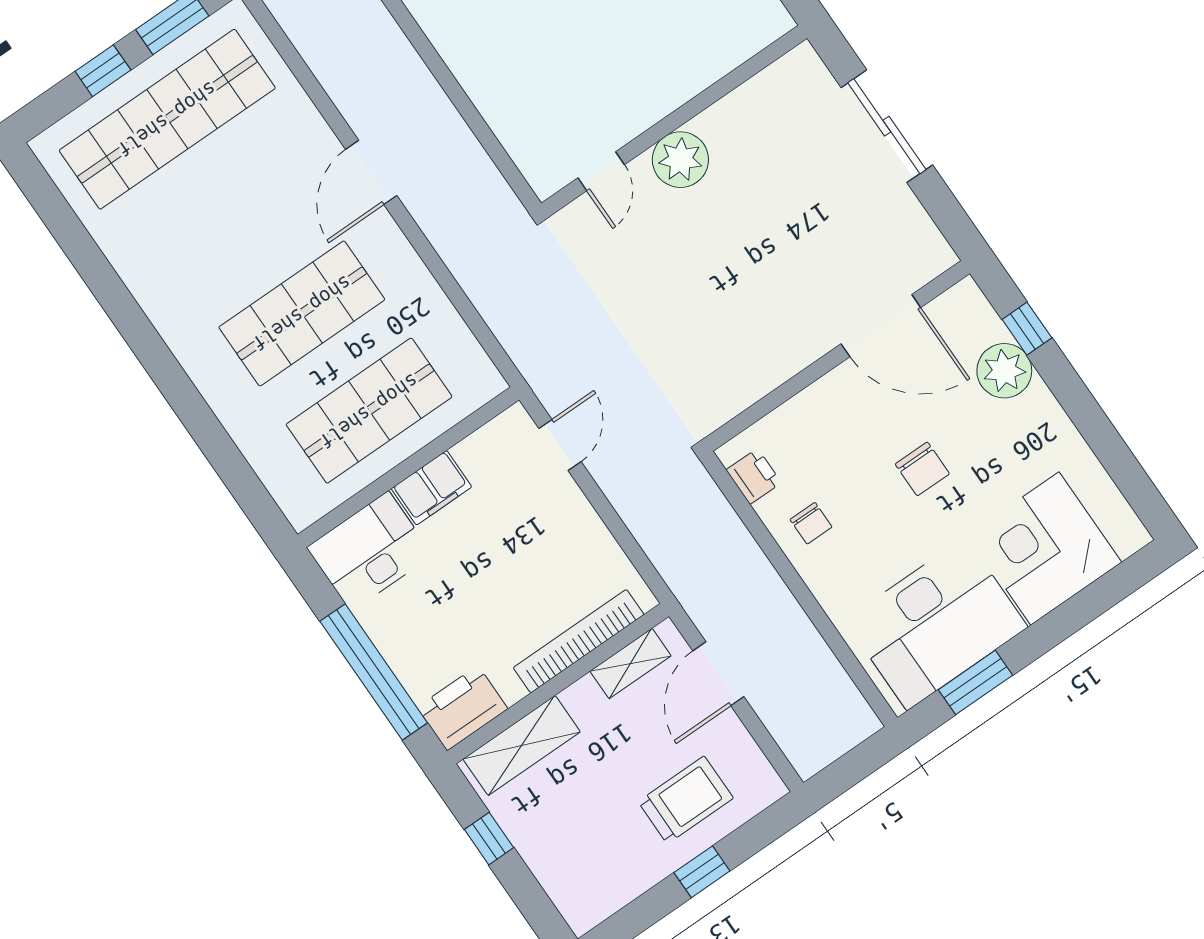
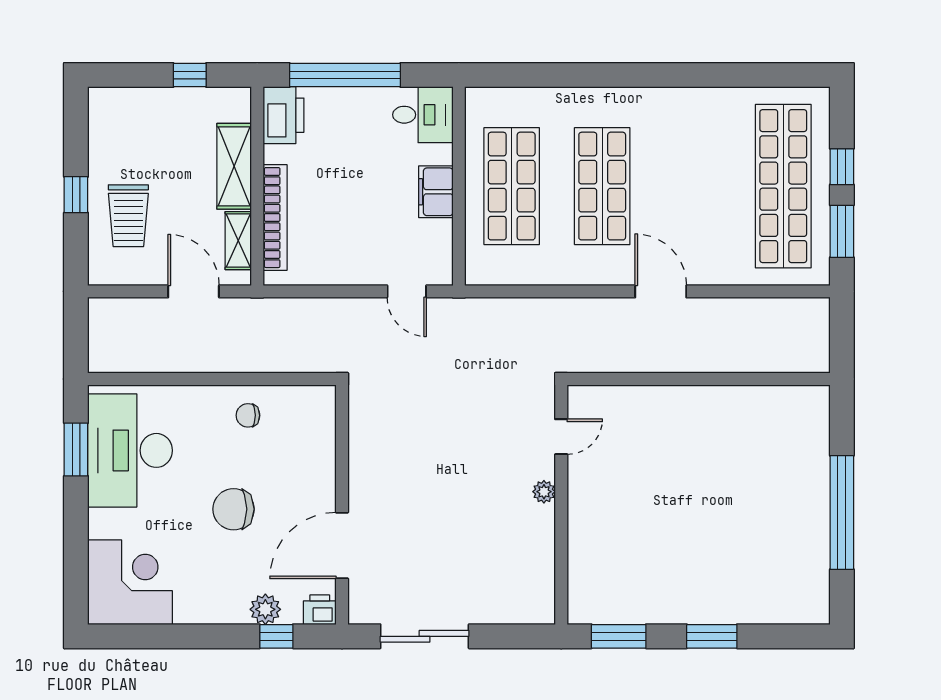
sliding door: (887, 126) -> (425, 636), moved
plant: (680, 160) -> (544, 492), width x0.53, depth x0.53
door: (601, 171) -> (561, 437), swing flipped
plant: (1004, 371) -> (265, 609), width x0.73, depth x0.73
chair: (922, 469) -> (234, 509), width x1.37, depth x1.37
printer: (754, 476) -> (320, 610), moved, turned 180
corner desk: (1045, 548) -> (130, 582), moved
desk: (370, 551) -> (423, 115), width x0.73
shelving: (522, 745) -> (234, 166), moved

